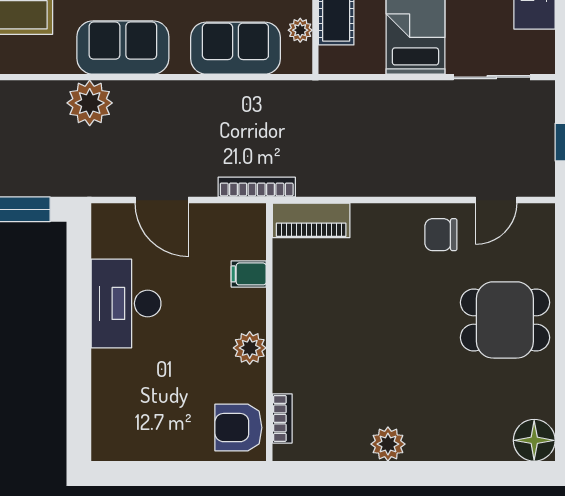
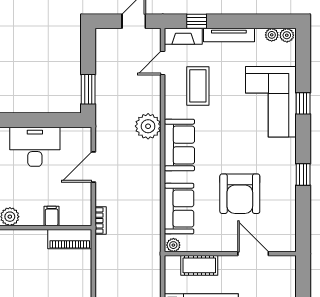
plant: (300, 30) -> (173, 245), moved
bookcase: (257, 187) -> (101, 221), width x0.64
piano: (311, 220) -> (70, 239), moved, turned -90

